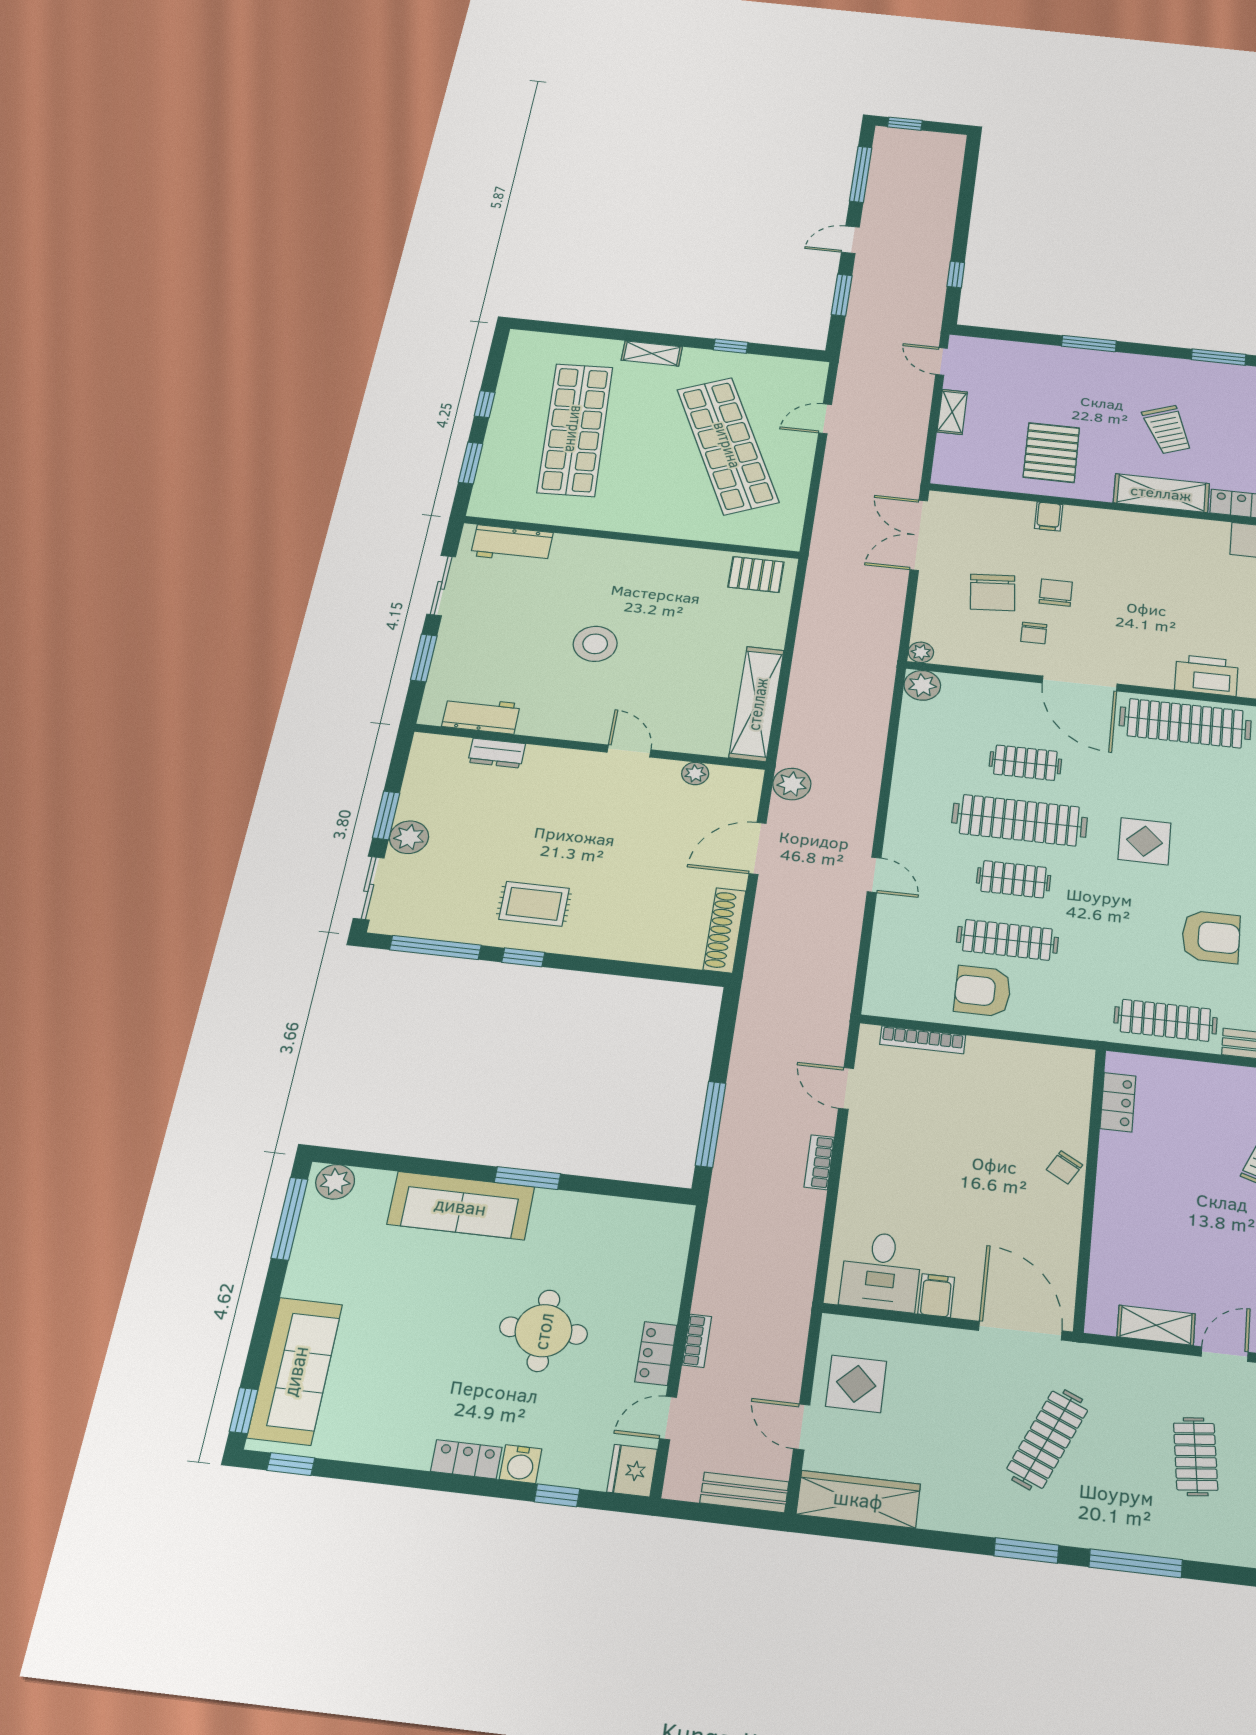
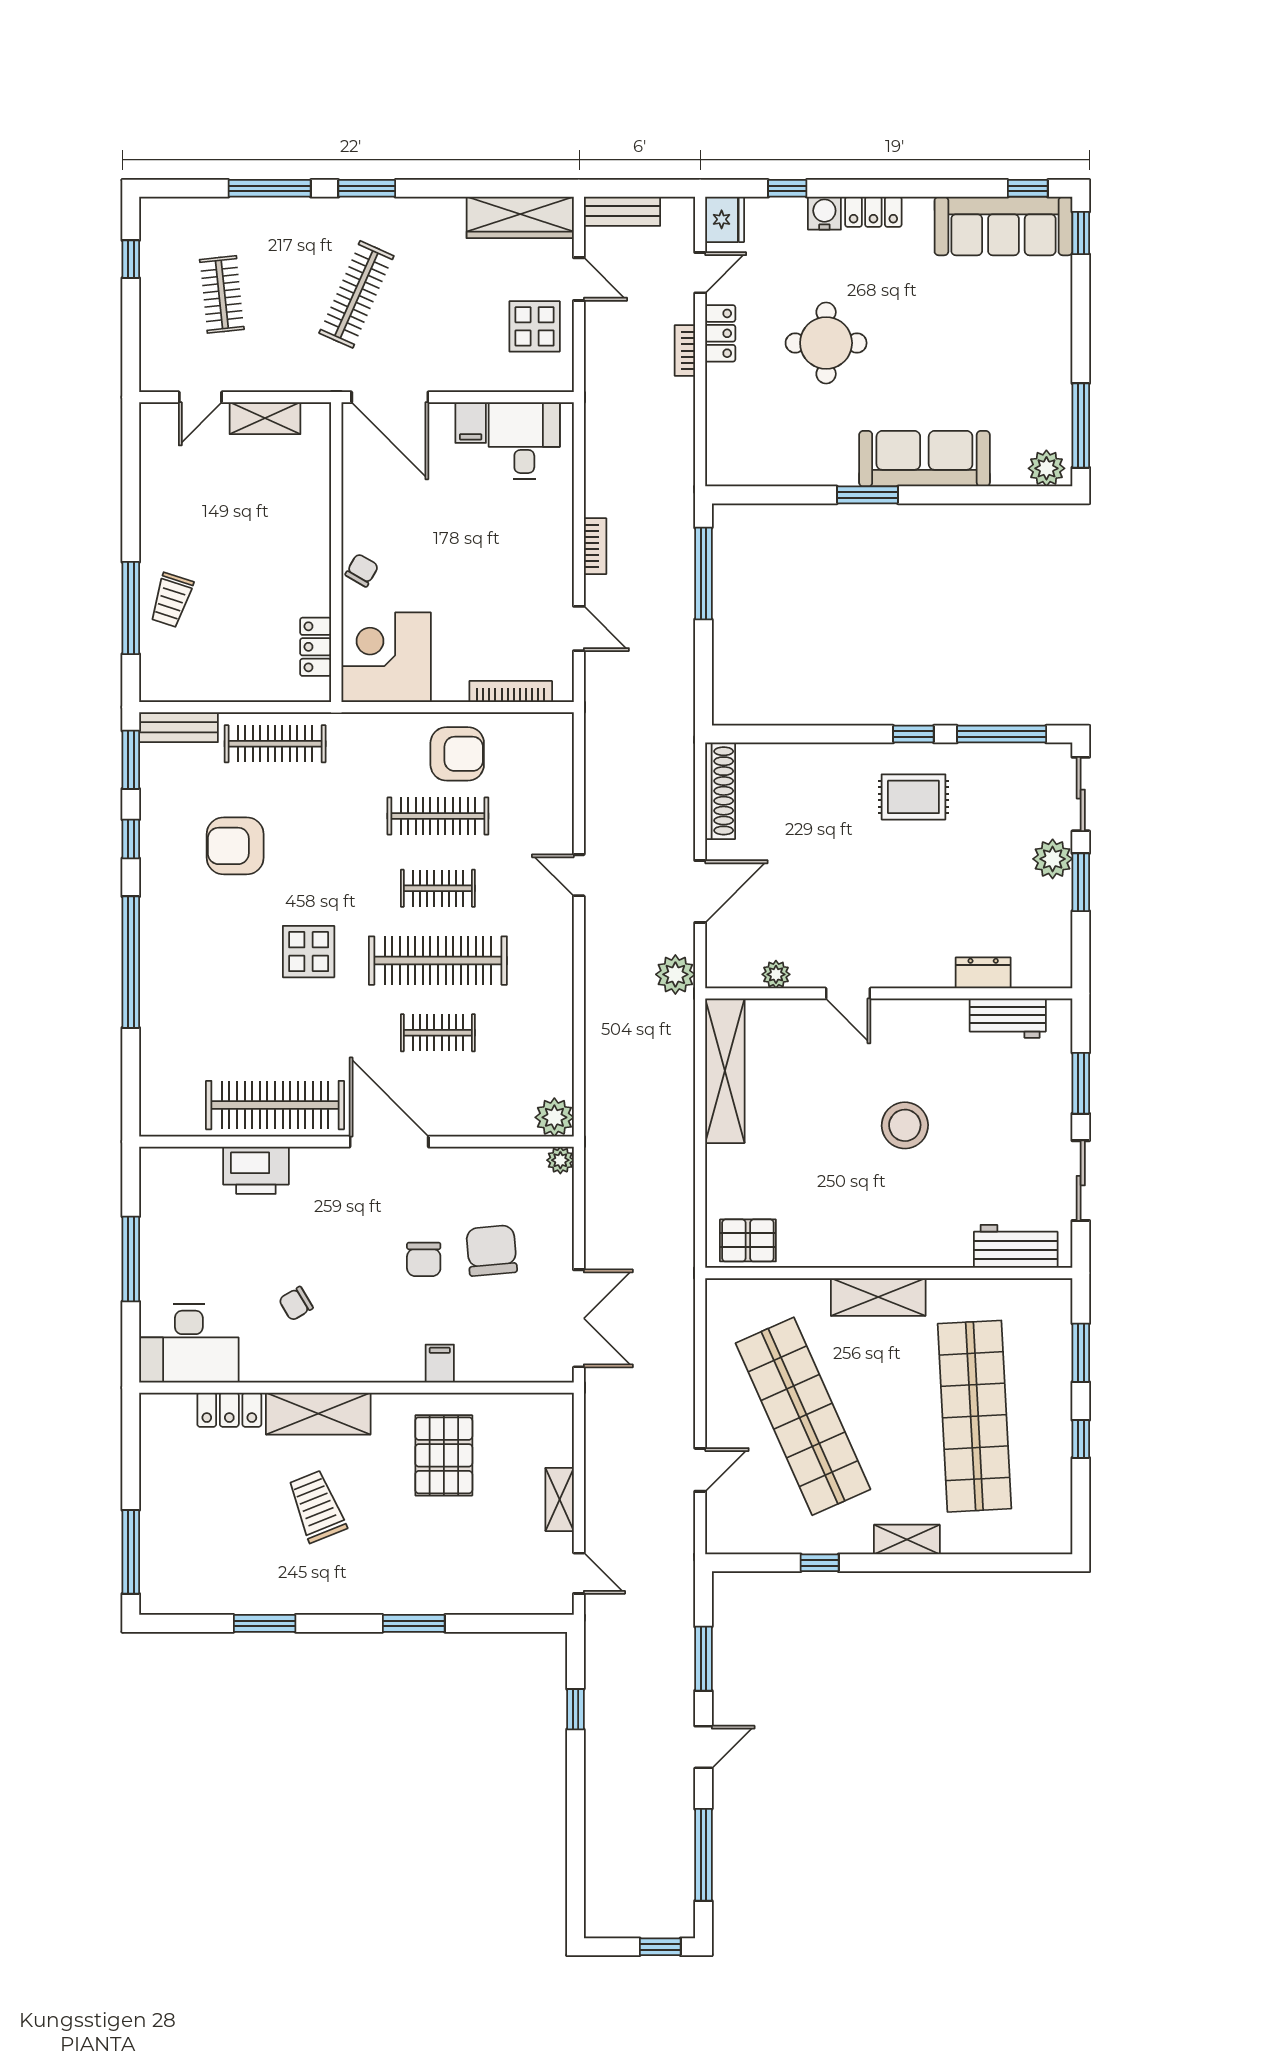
shelving: (644, 521) -> (878, 1297), added
chair: (1034, 633) -> (296, 1304), moved, turned -121
corner desk: (1046, 1085) -> (386, 657), added
sofa: (295, 1371) -> (1003, 226), moved, turned -90

